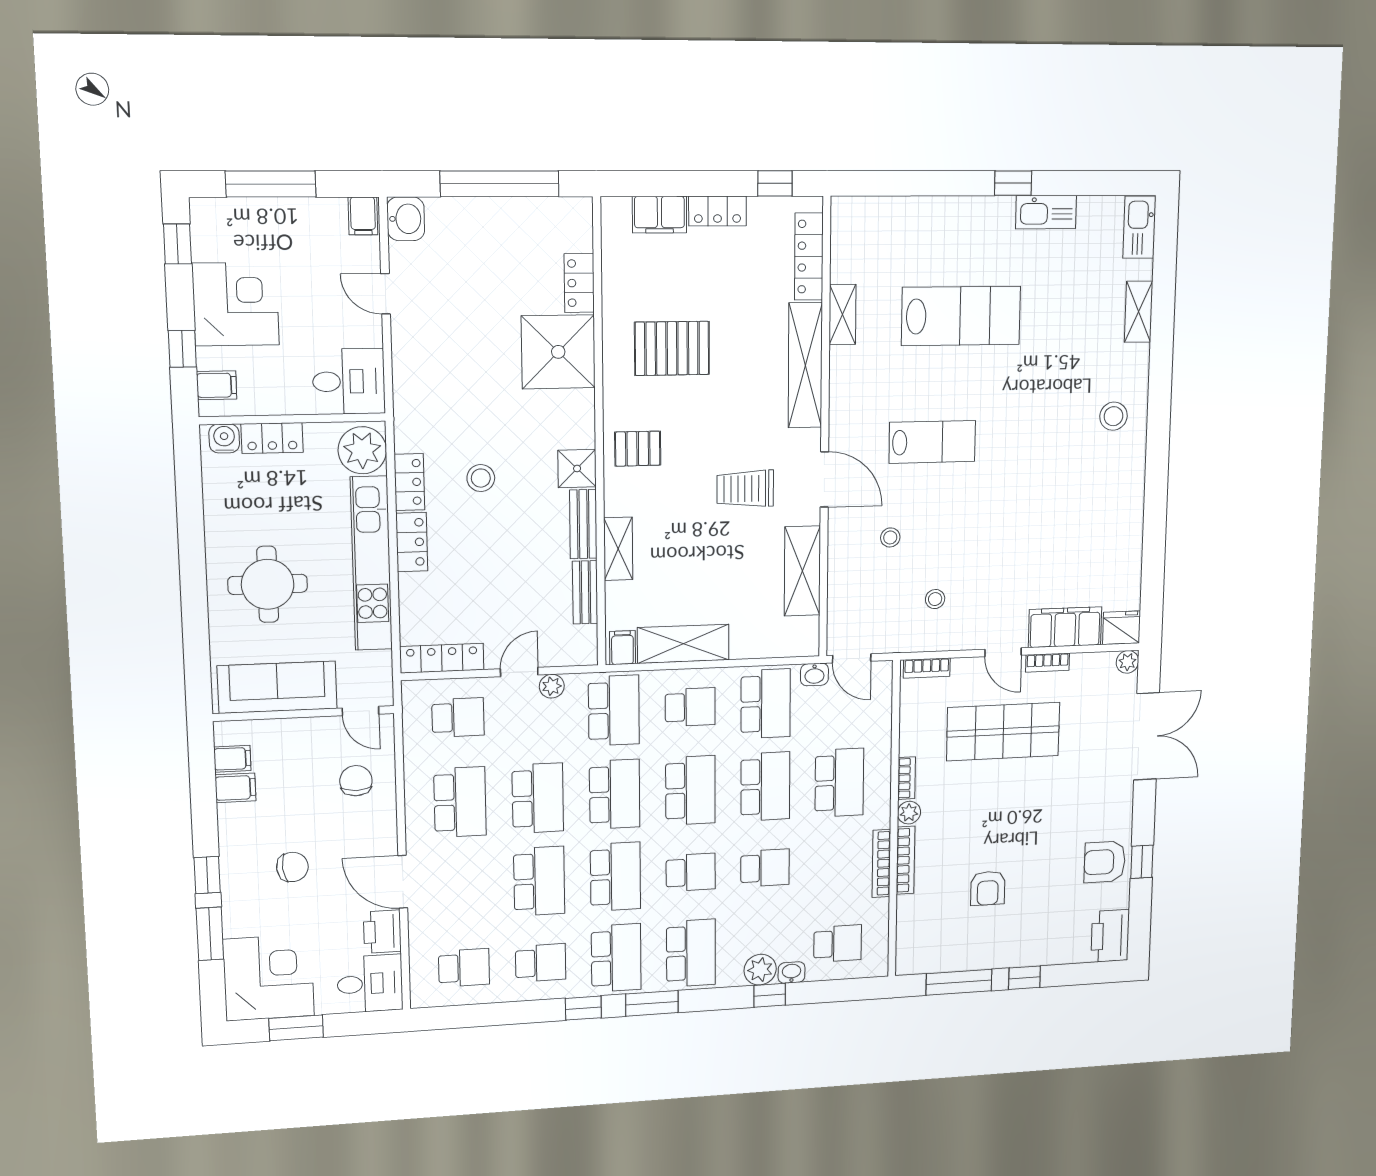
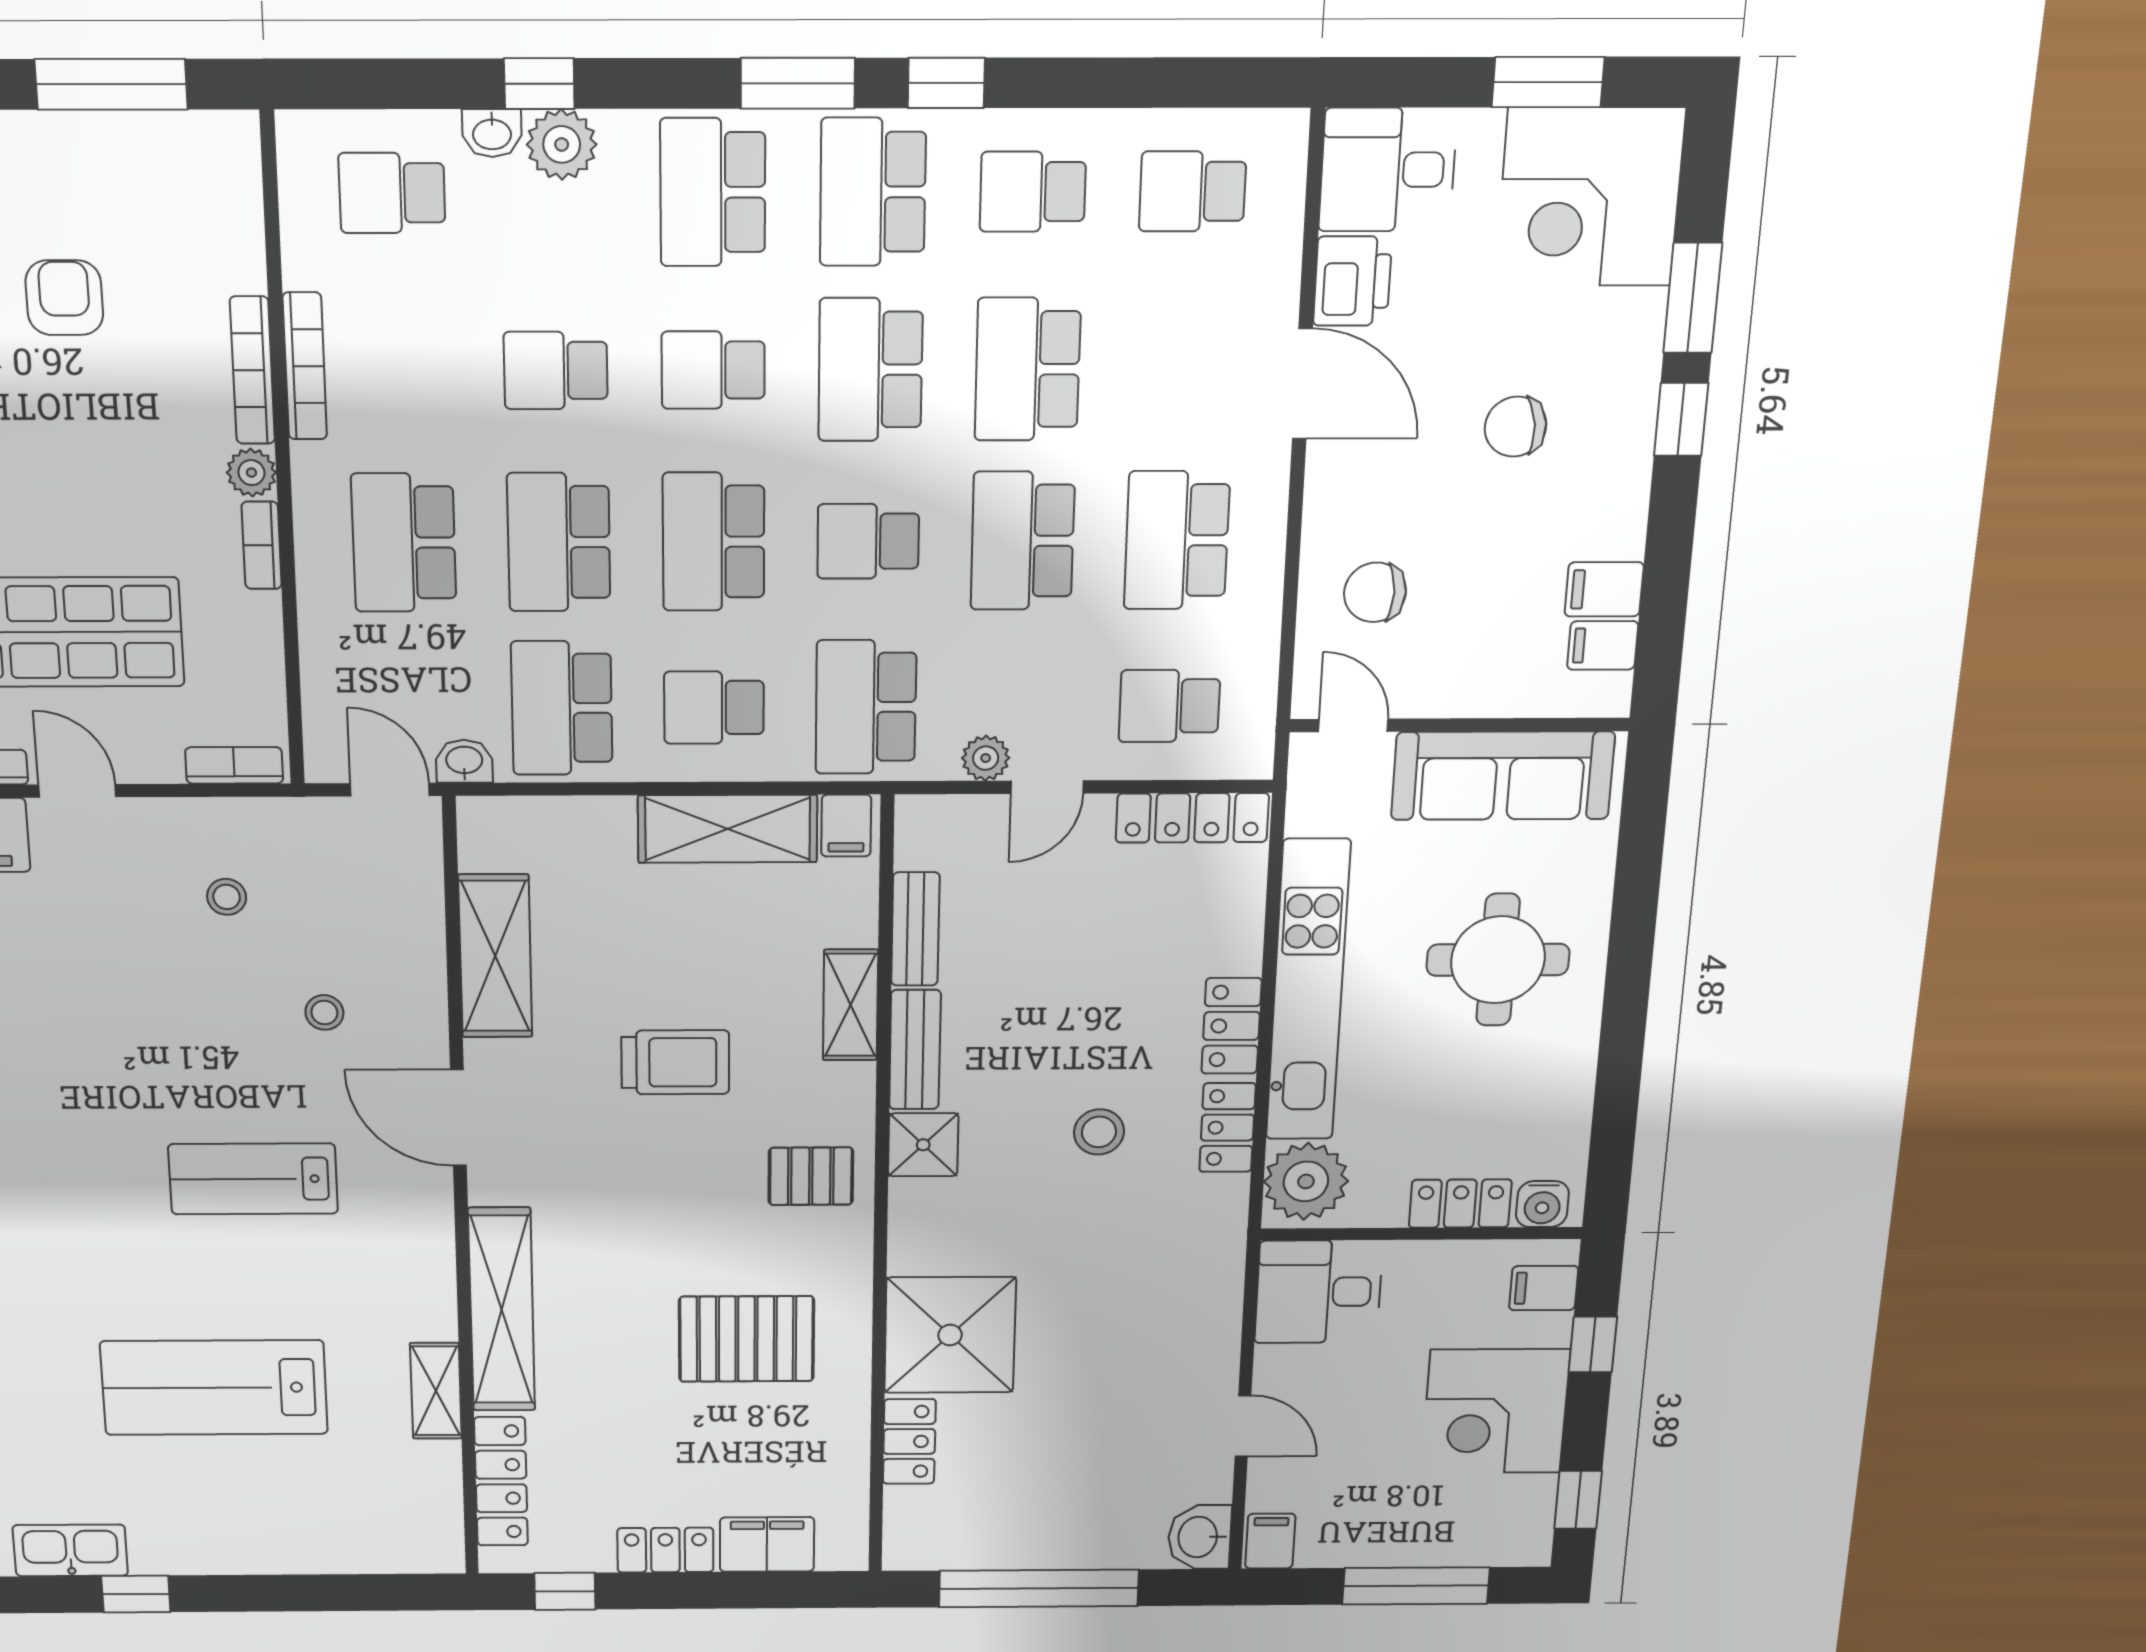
trolley: (745, 489) -> (675, 1062), moved
chair: (356, 781) -> (1375, 592), turned 90
school desk: (615, 794) -> (868, 541), width x0.54

